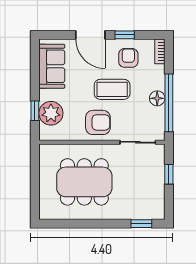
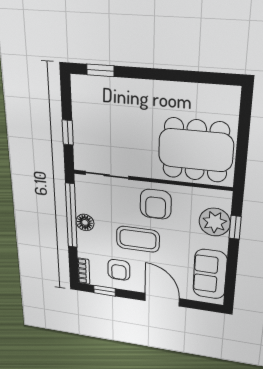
window: (125, 35) -> (104, 291), moved
armchair: (98, 122) -> (156, 204), turned -90
dining table: (84, 182) -> (196, 150), moved

